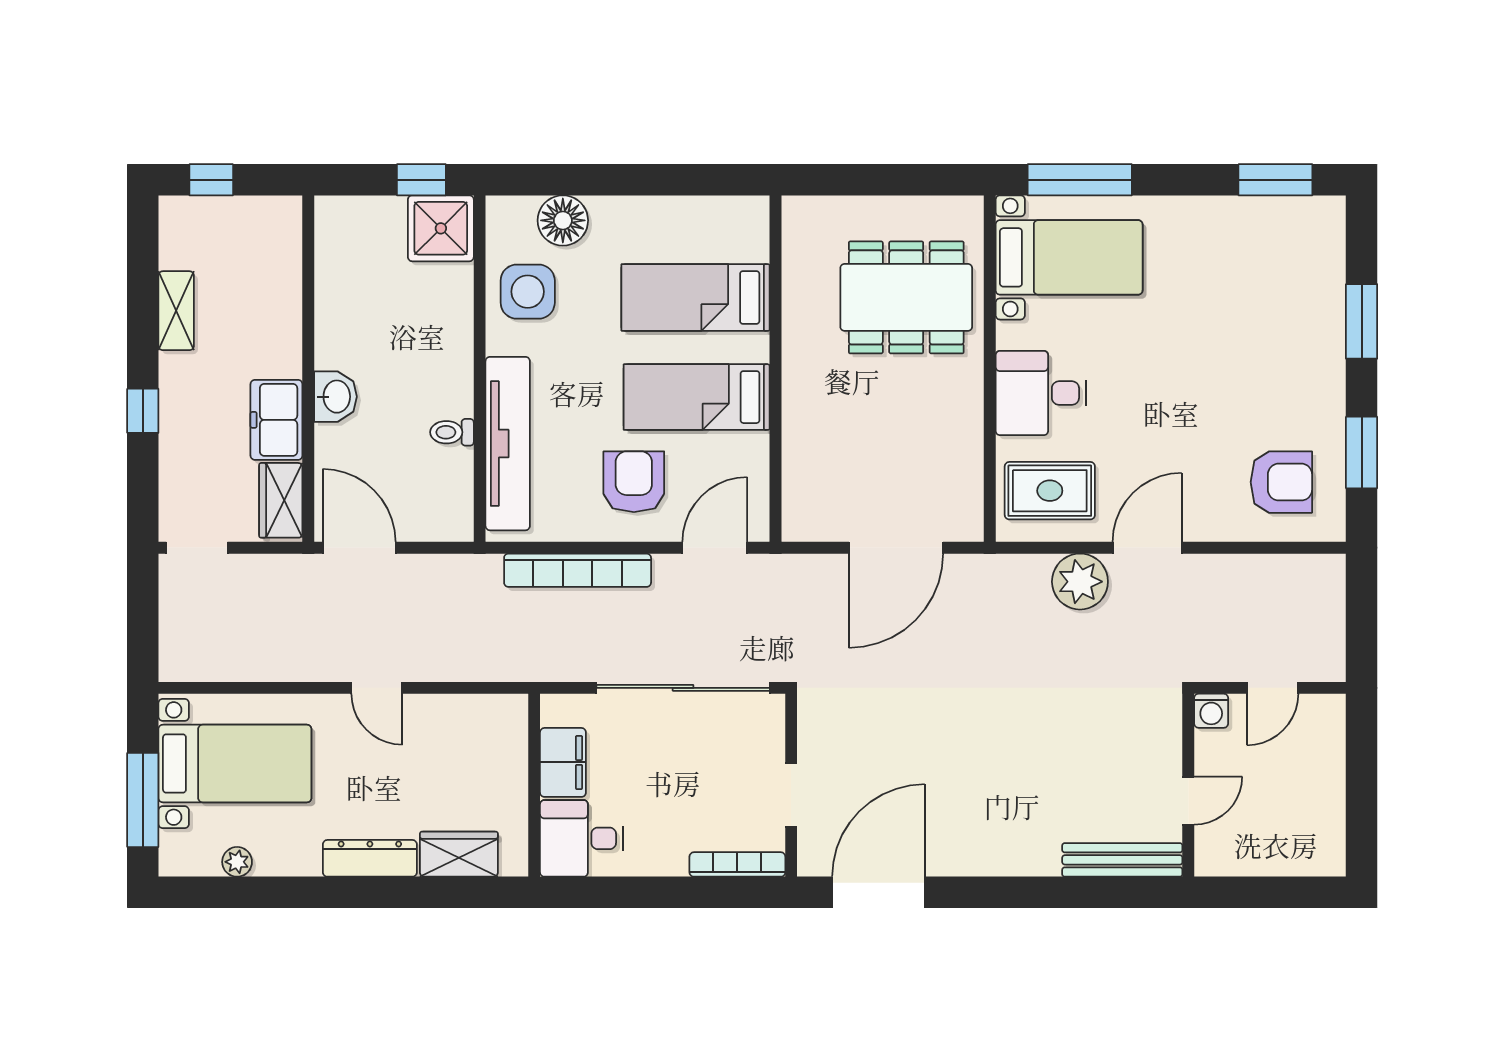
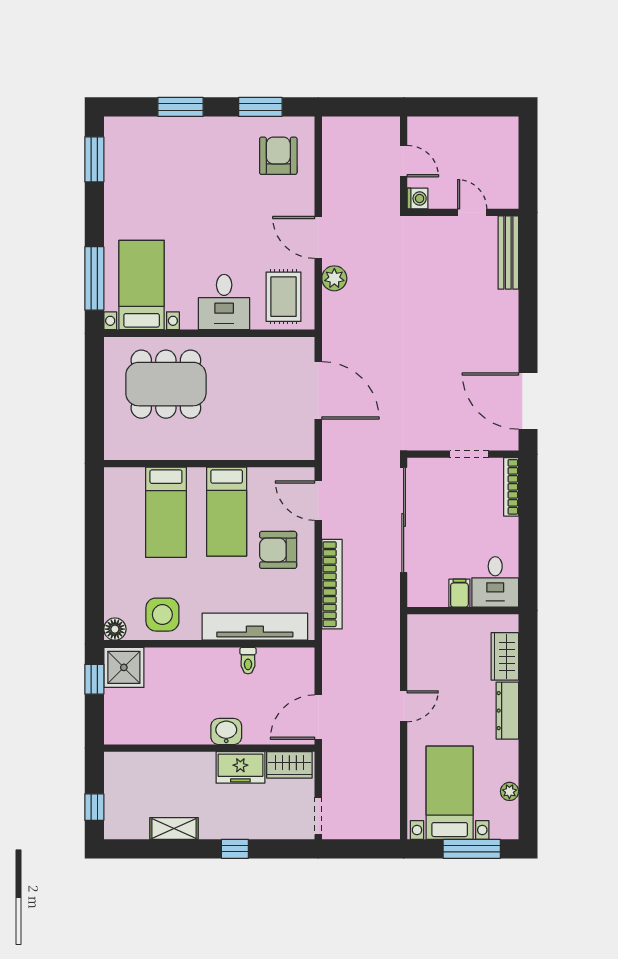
floor lamp: (563, 220) -> (115, 629), moved, width x0.73, depth x0.73
dining table: (906, 297) -> (166, 384), turned 90
plant: (1080, 582) -> (334, 278), width x0.73, depth x0.73
filing cabinet: (563, 762) -> (459, 593), width x0.50

